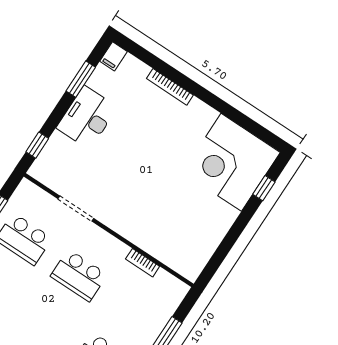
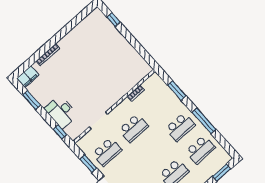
filing cabinet: (113, 56) -> (28, 77), width x2.00
desk: (87, 118) -> (61, 112), moved
corner desk: (231, 162) -> (96, 33), removed

